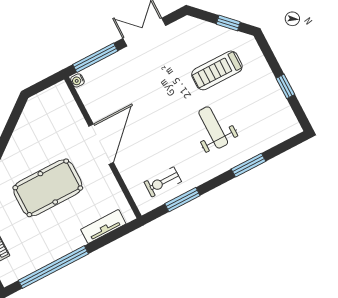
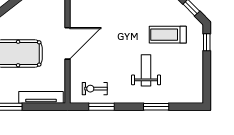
window: (285, 86) -> (207, 42), moved
tv unit: (103, 227) -> (41, 97), width x1.41

